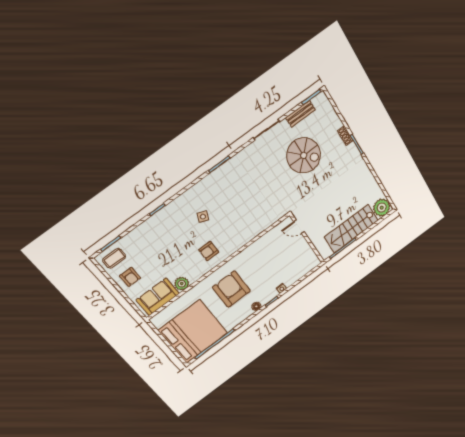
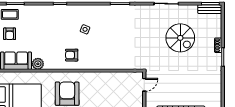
bench: (300, 114) -> (210, 9), moved
door: (299, 227) -> (144, 85), swing flipped

